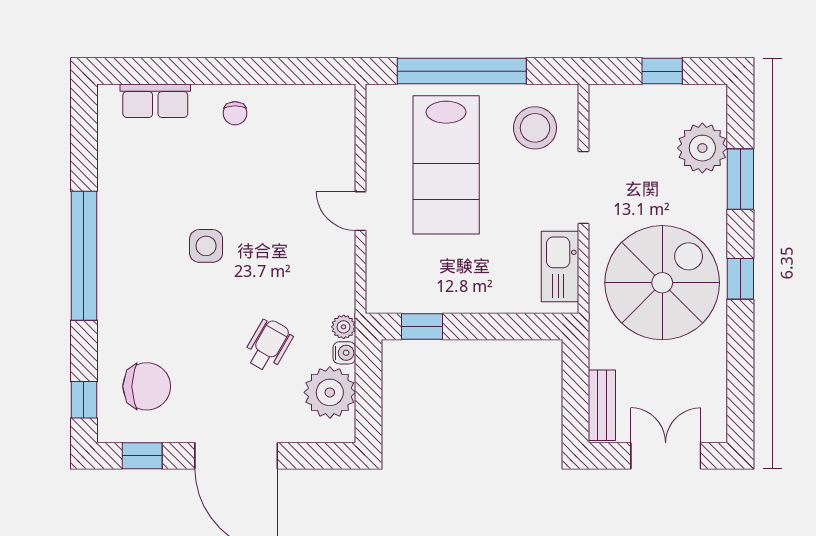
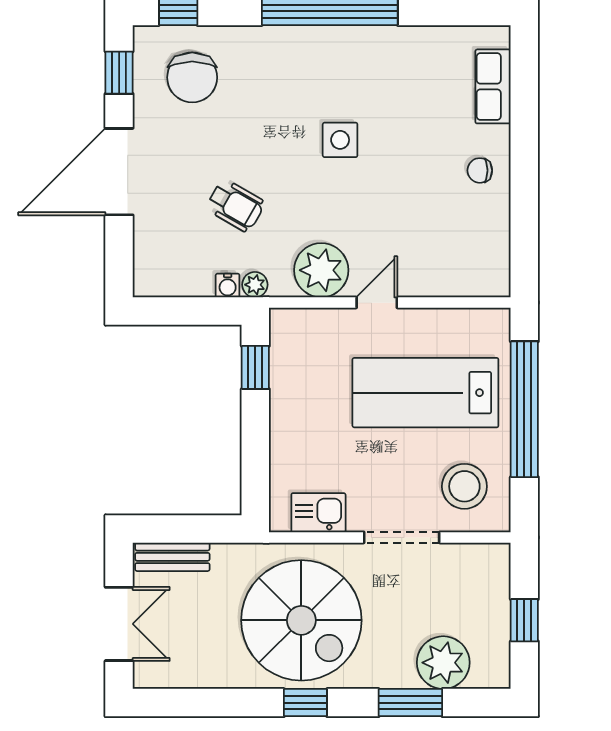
kitchen sink: (560, 267) -> (318, 513), width x0.73
plant: (330, 392) -> (321, 270), moved

